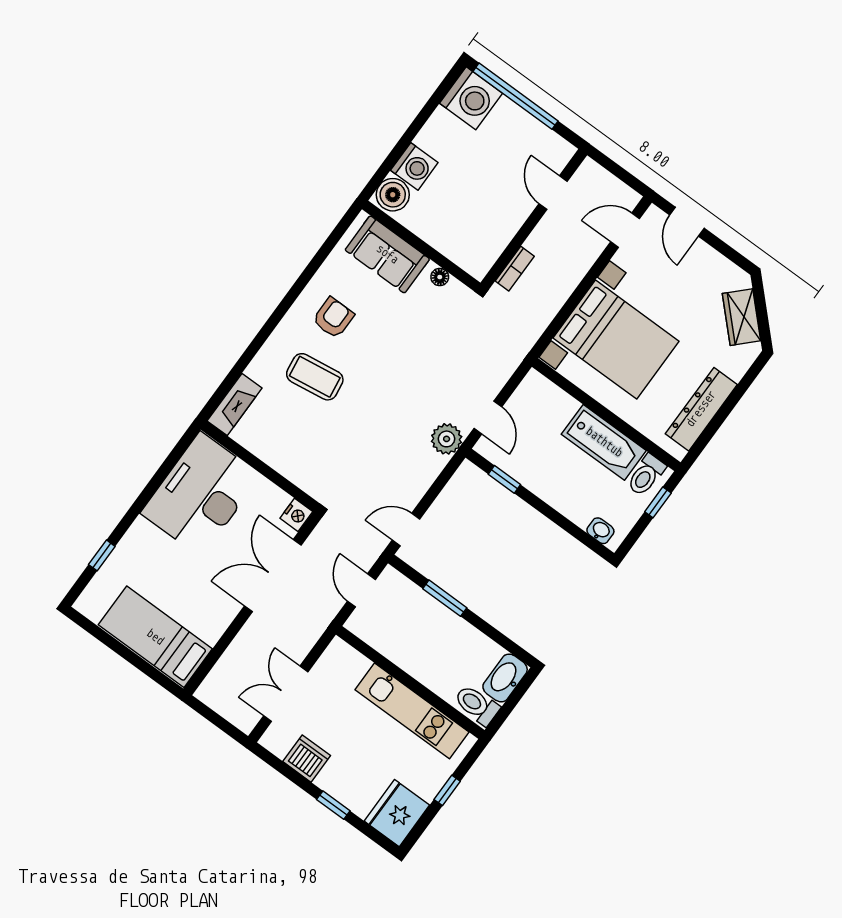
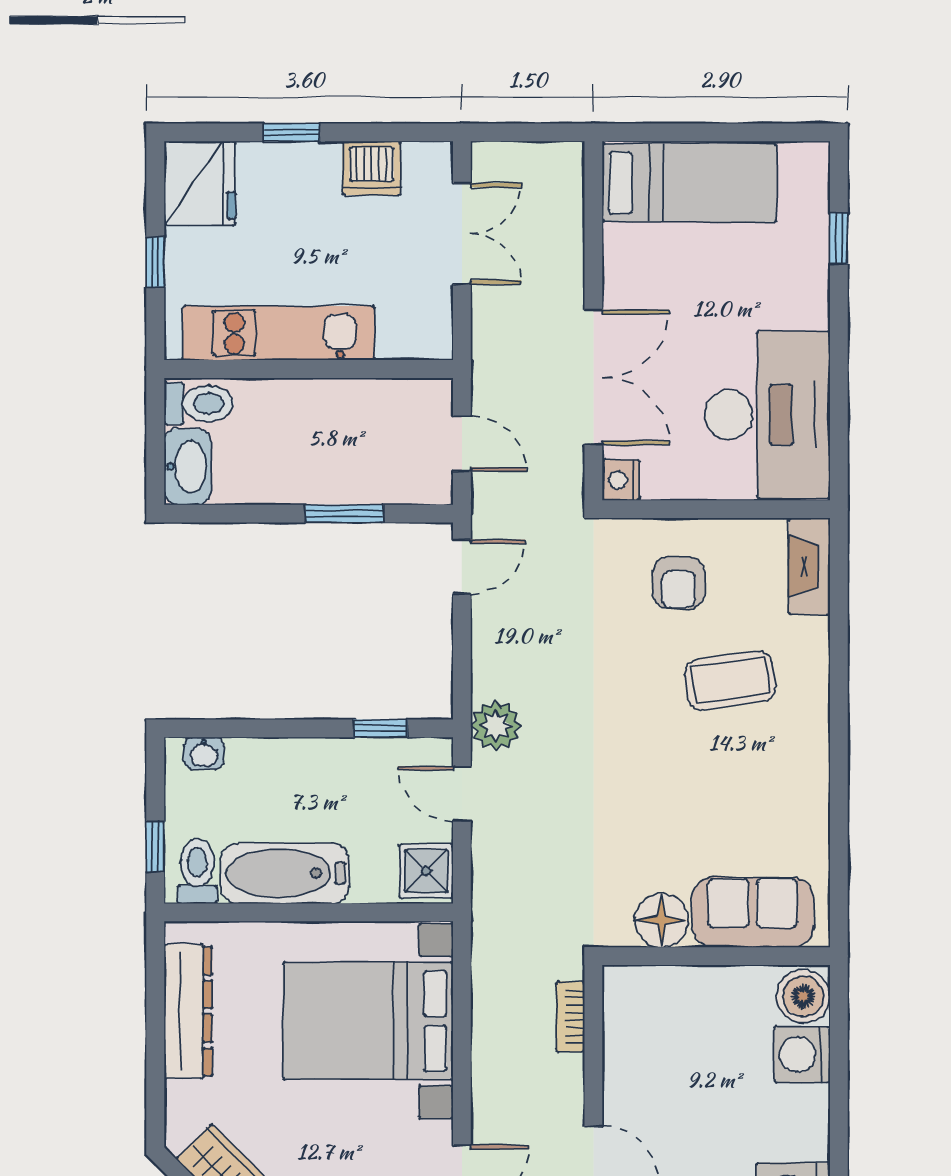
floor lamp: (440, 277) -> (662, 920), width x1.89, depth x1.89
armchair: (333, 318) -> (679, 583), moved
shower: (533, 392) -> (426, 871), added

